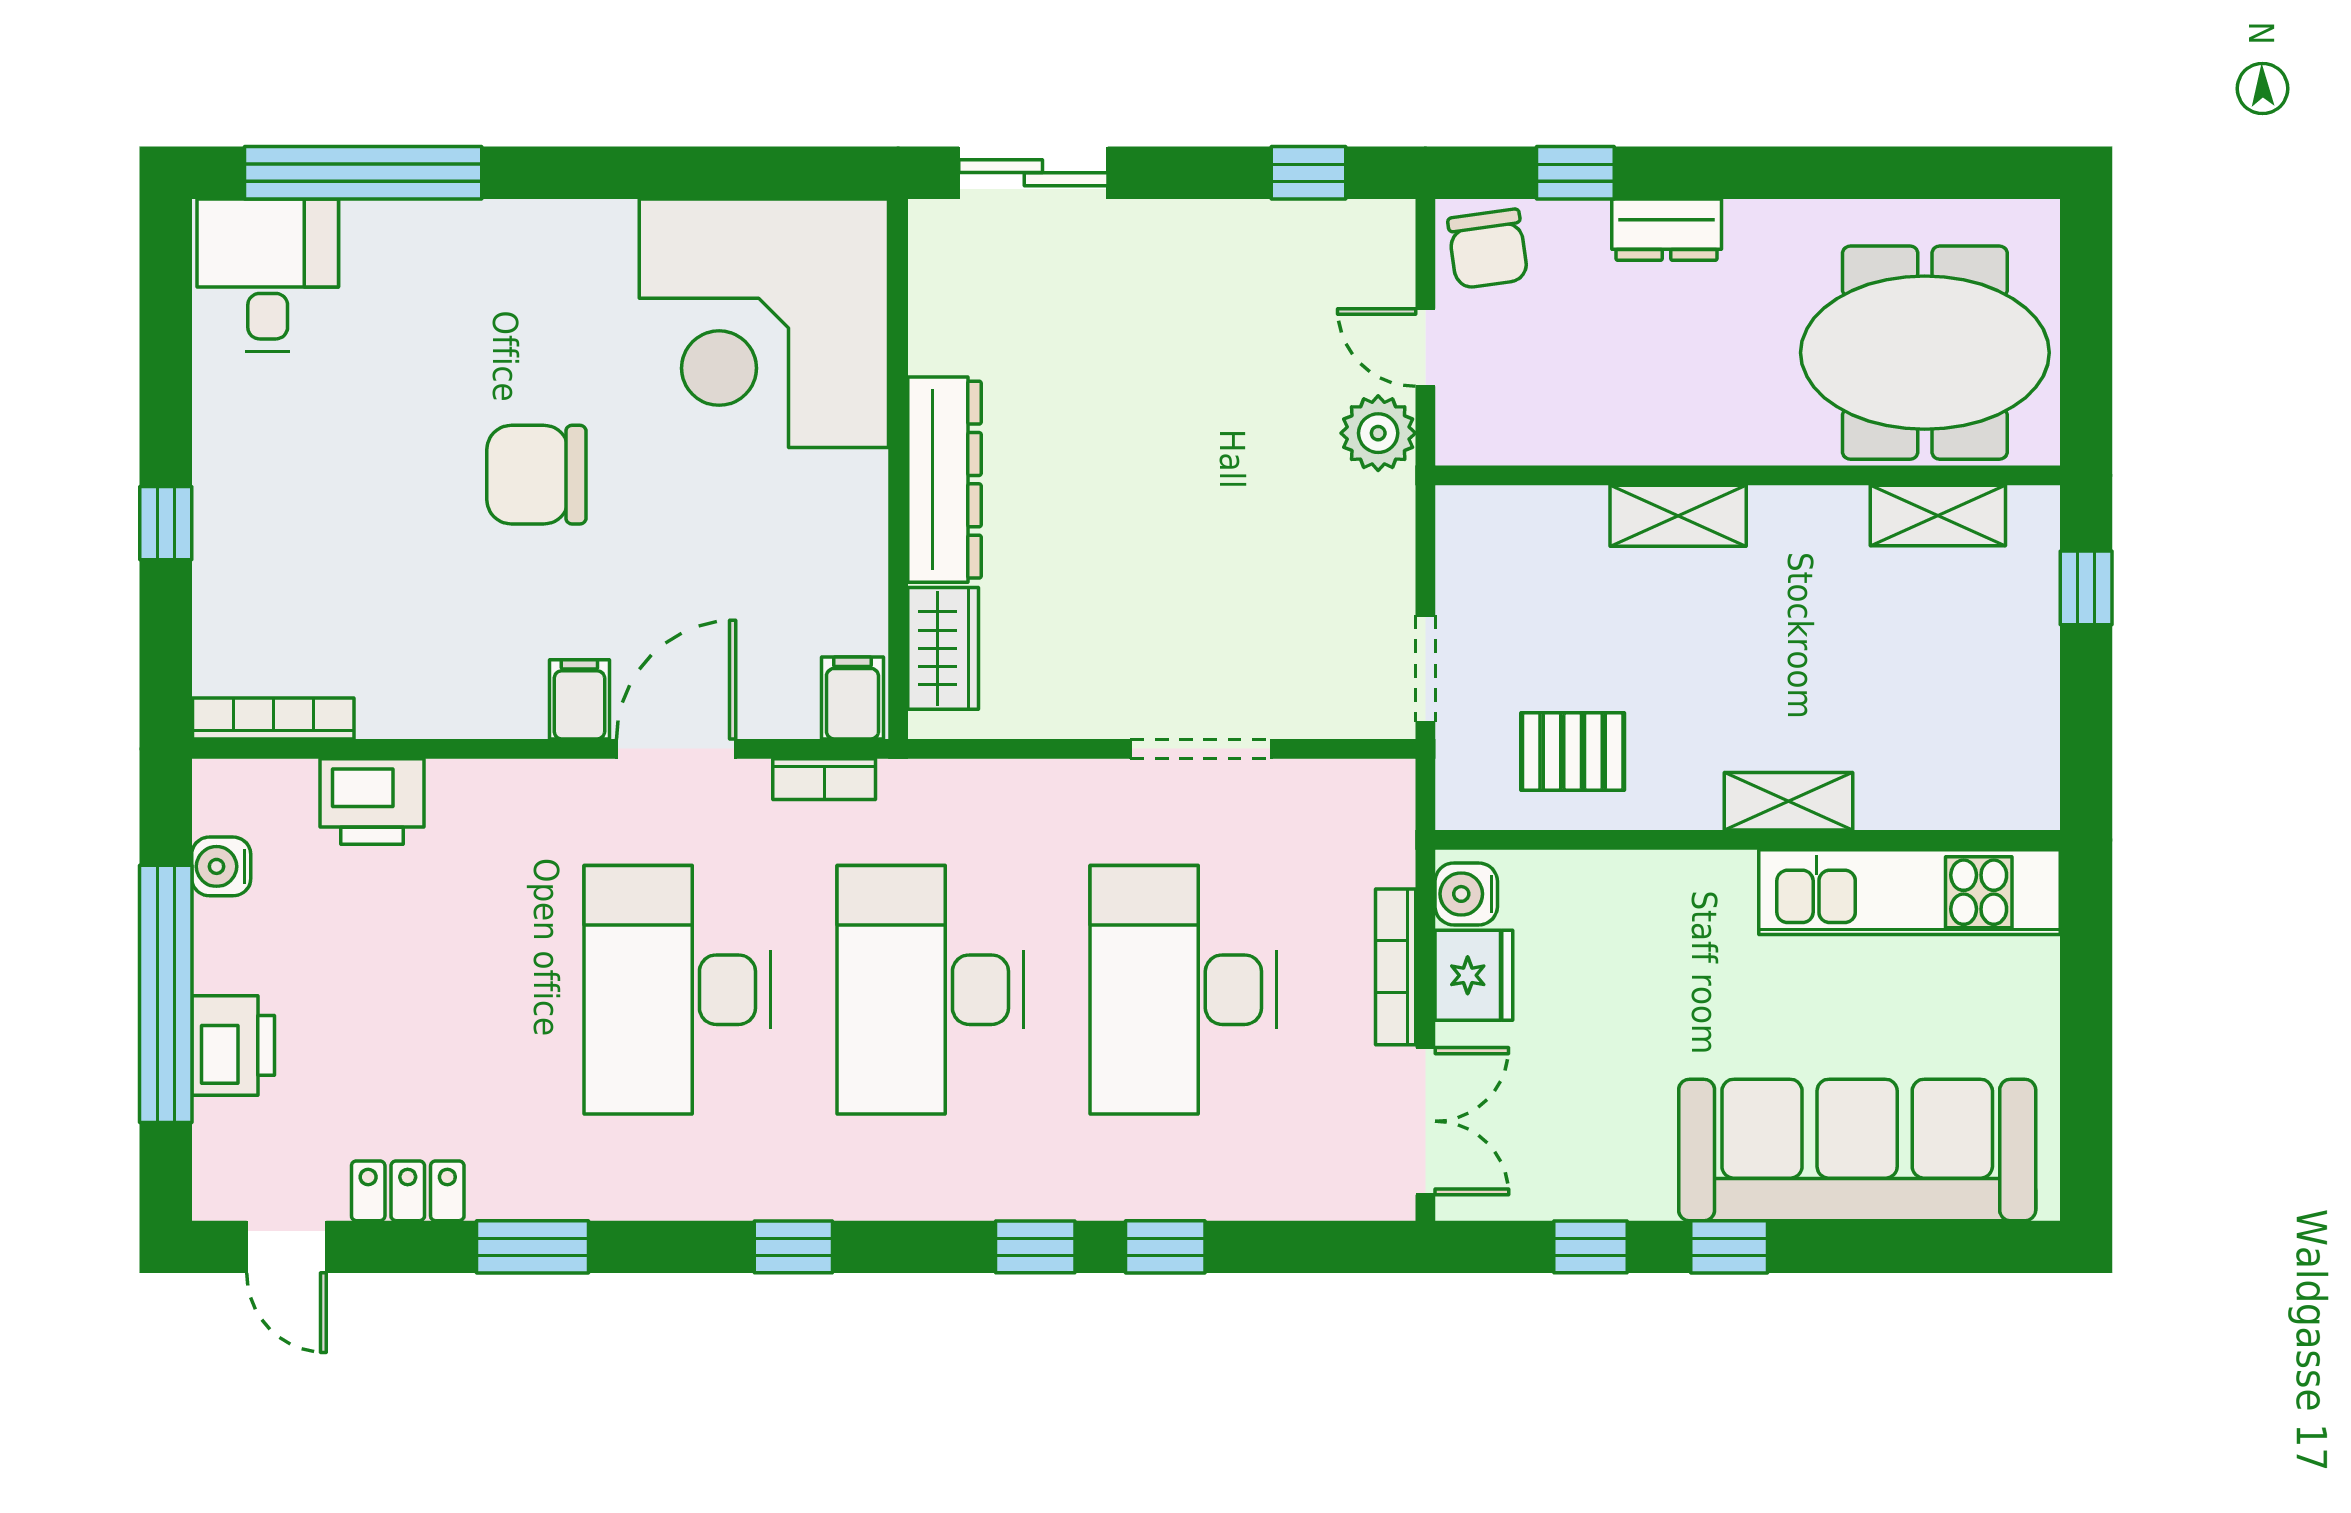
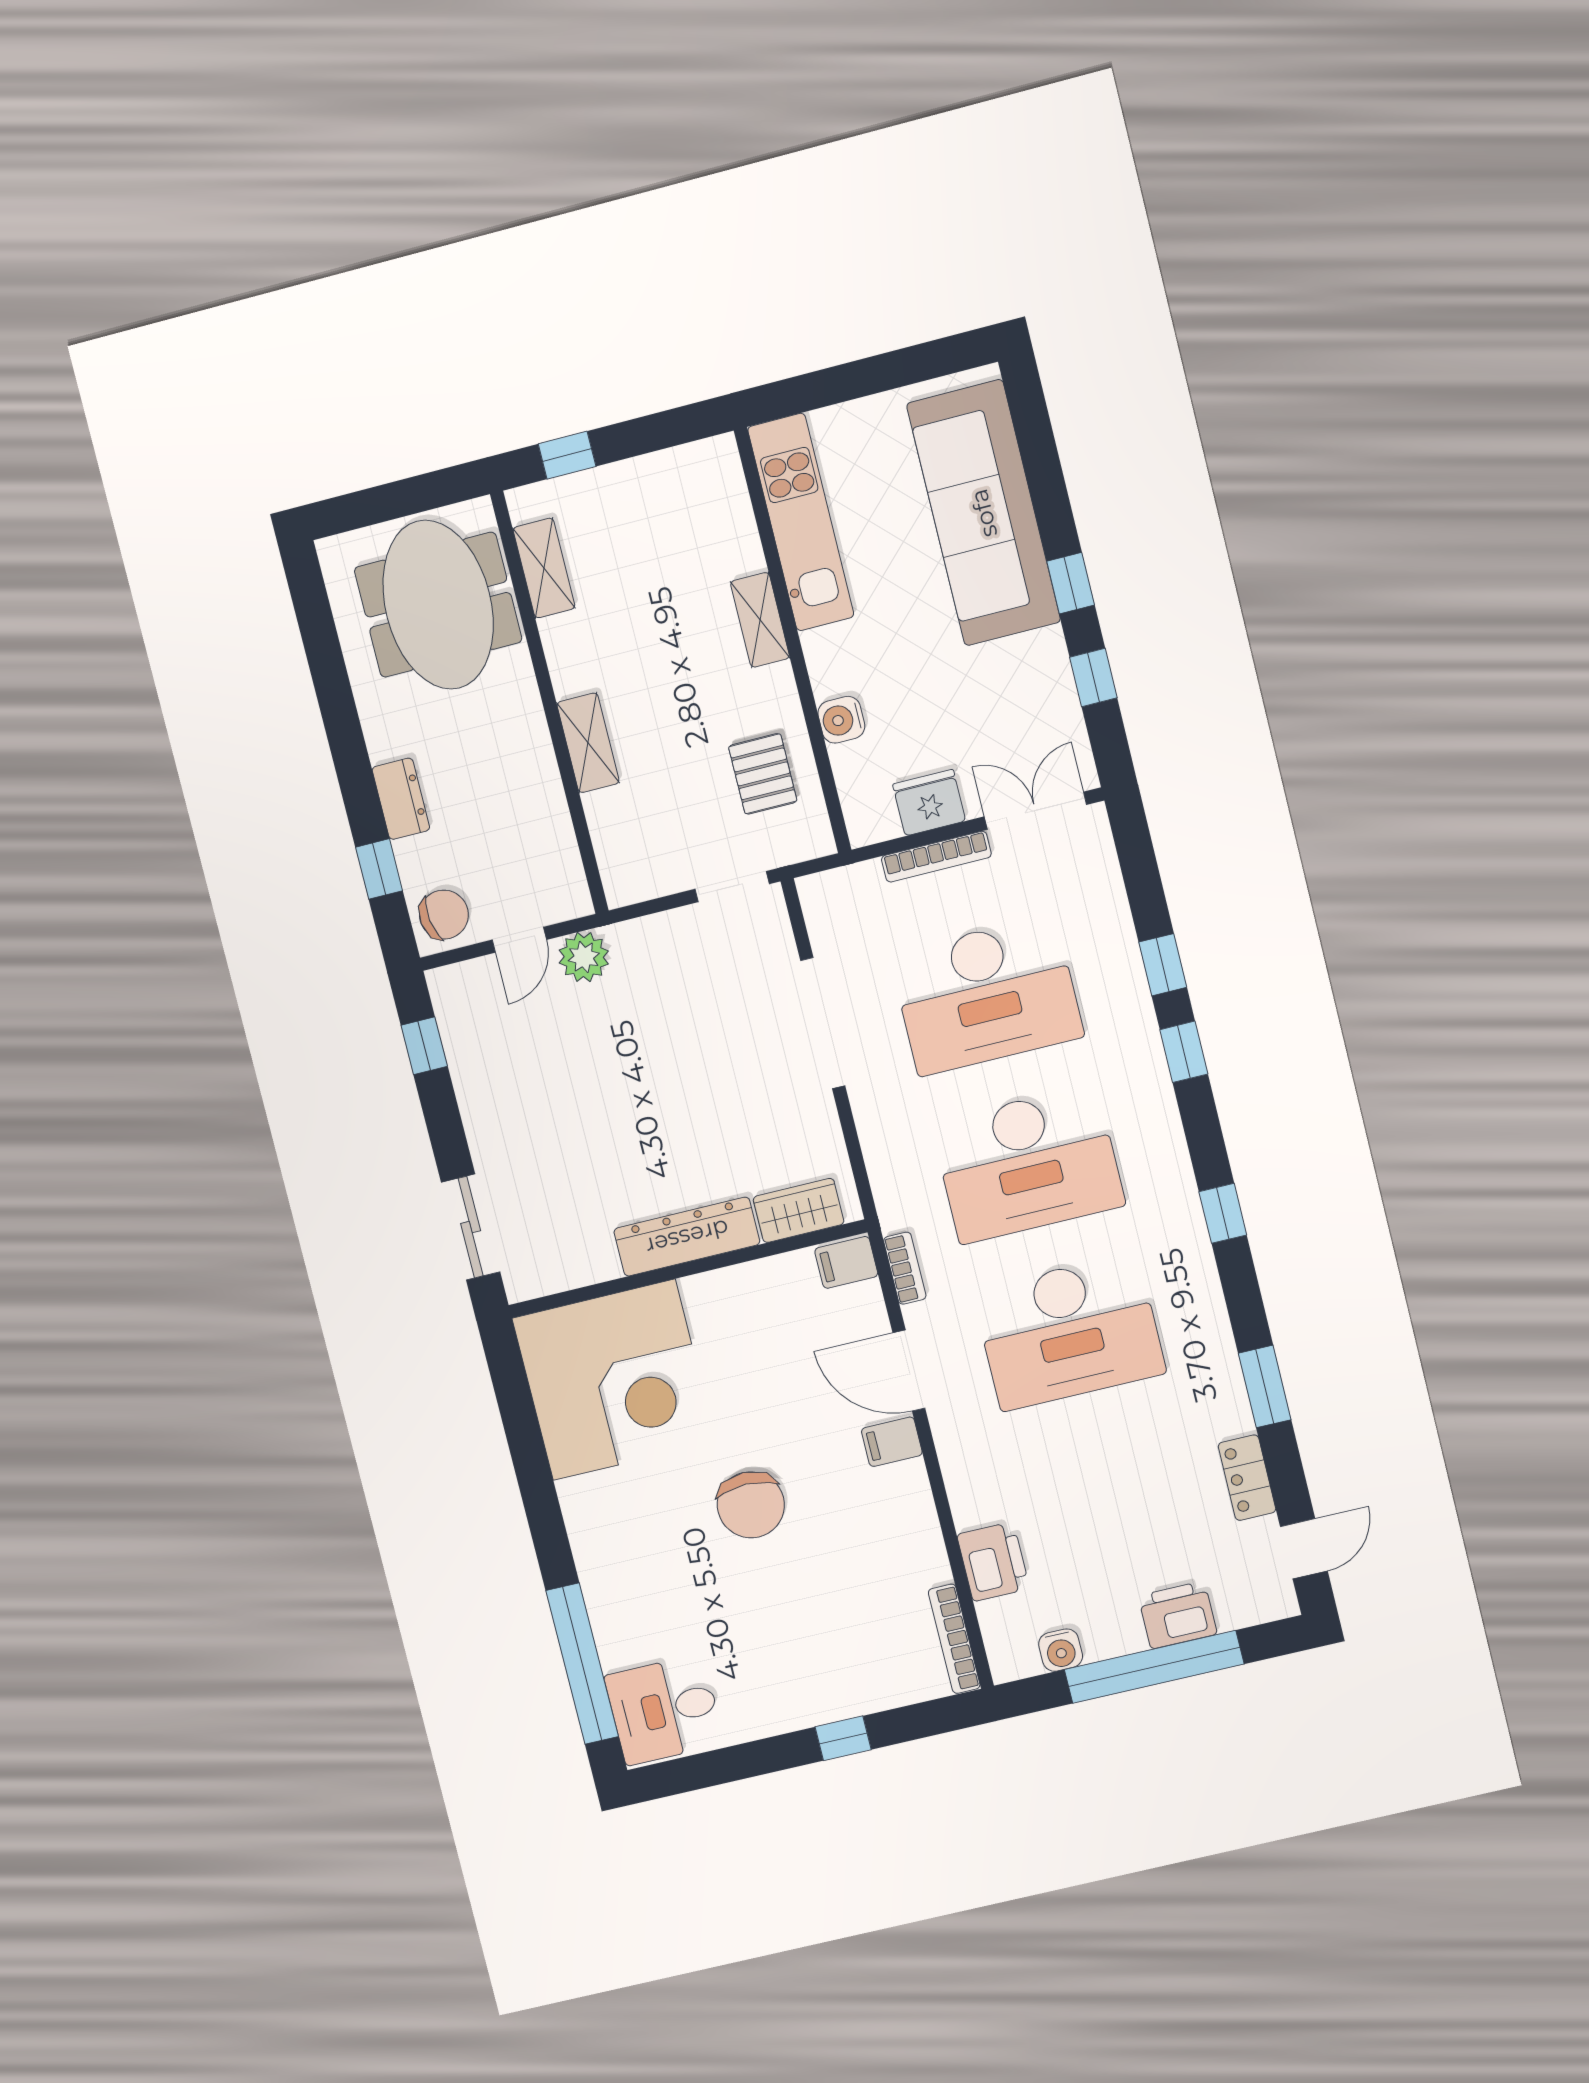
doorway: (1201, 749) -> (823, 1023), width x1.36
water cooler: (1466, 894) -> (841, 720), moved, turned 90

